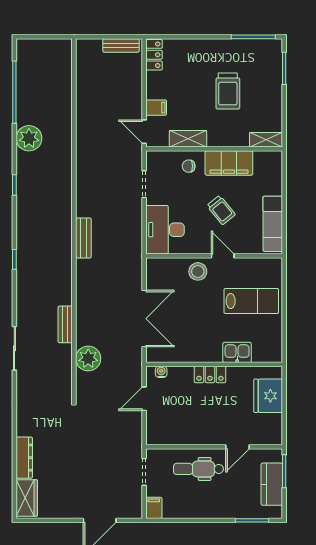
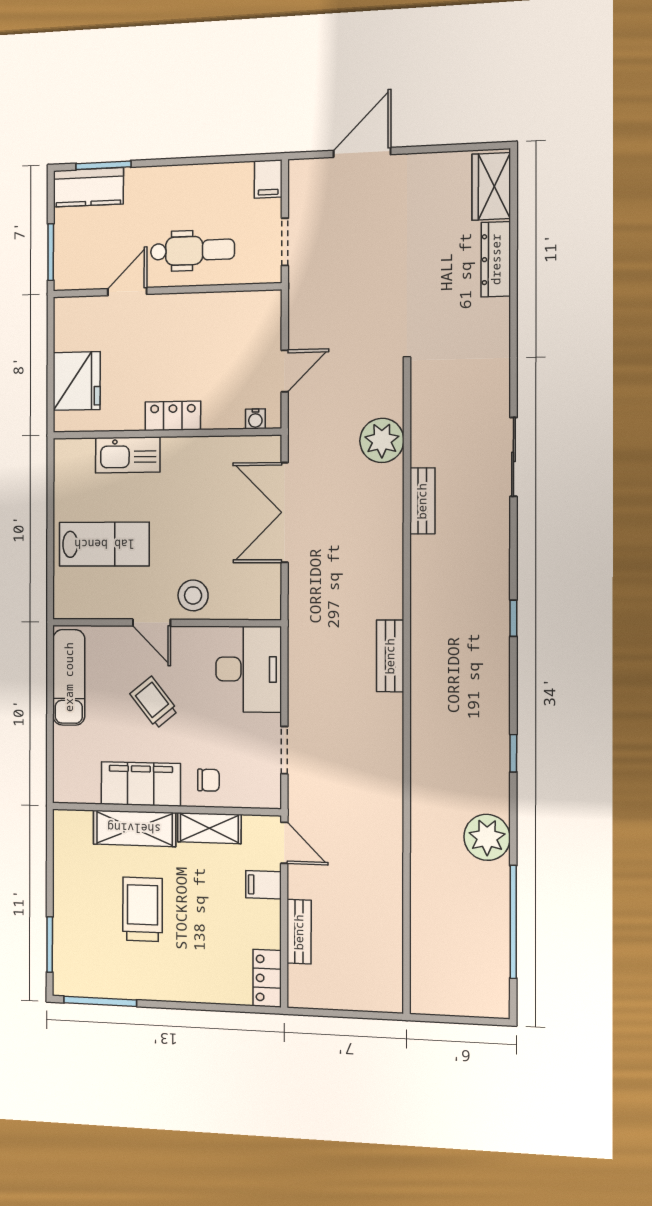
bench: (121, 45) -> (299, 932), moved, turned 90
shelving: (266, 140) -> (134, 828), moved, width x1.50, depth x1.33
lab bench: (251, 301) -> (104, 544), turned 180
kitchen sink: (237, 352) -> (128, 455), width x1.38
kitchen counter: (272, 484) -> (88, 187), moved, turned 90

